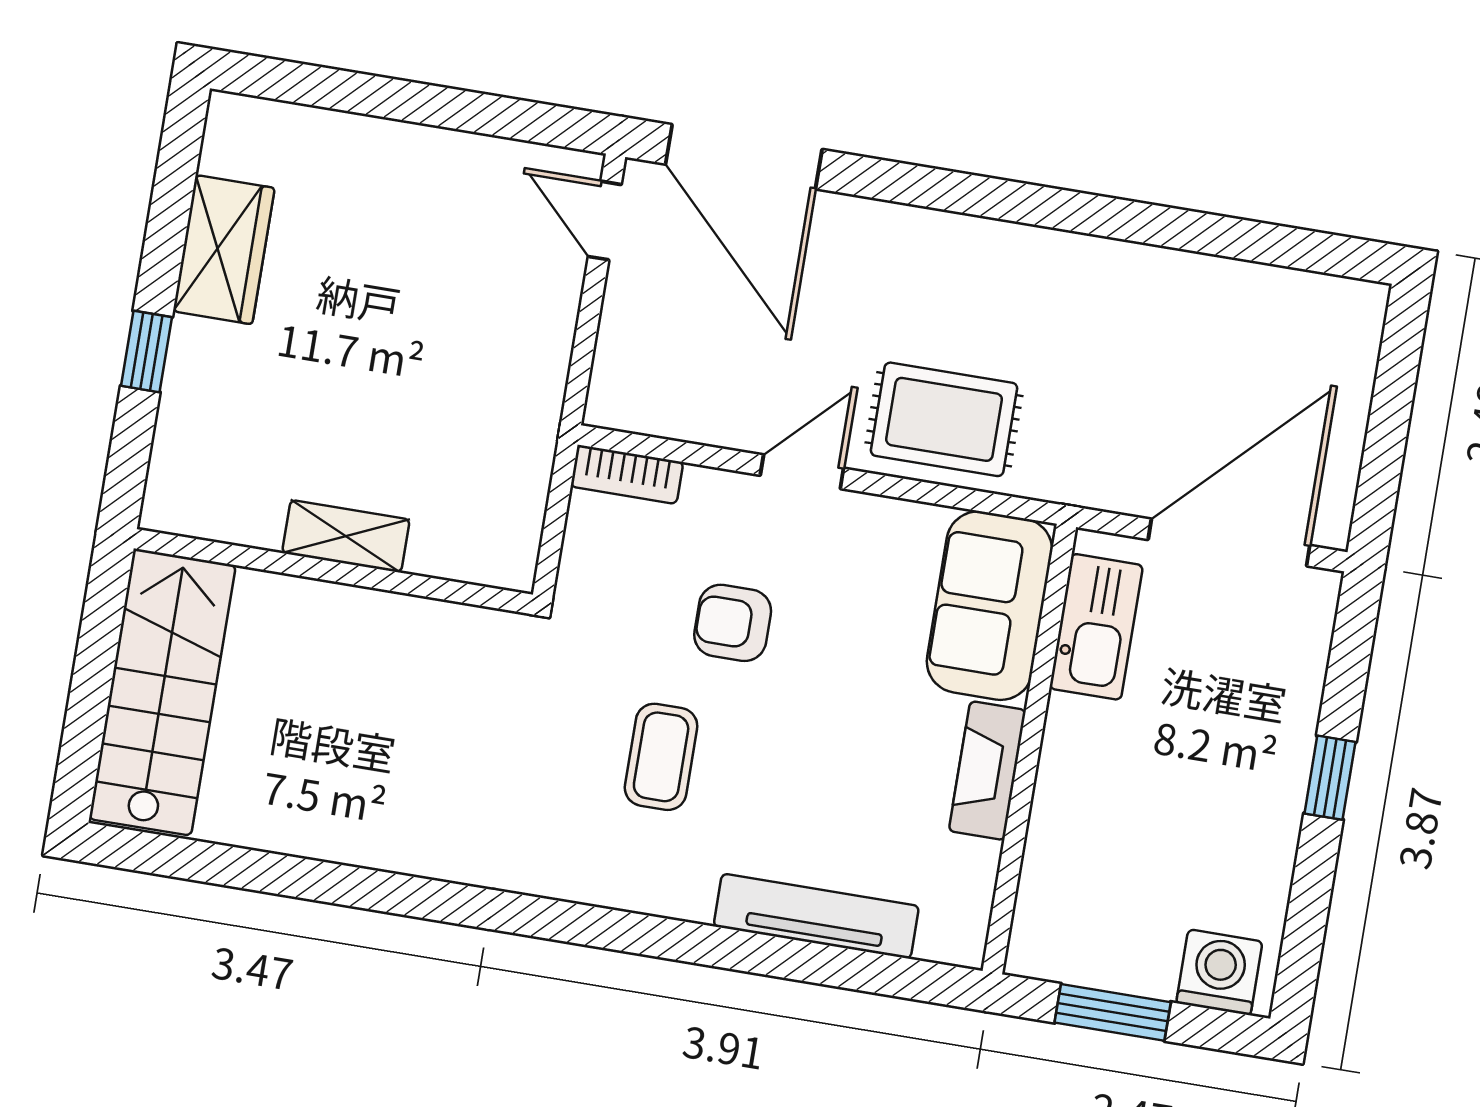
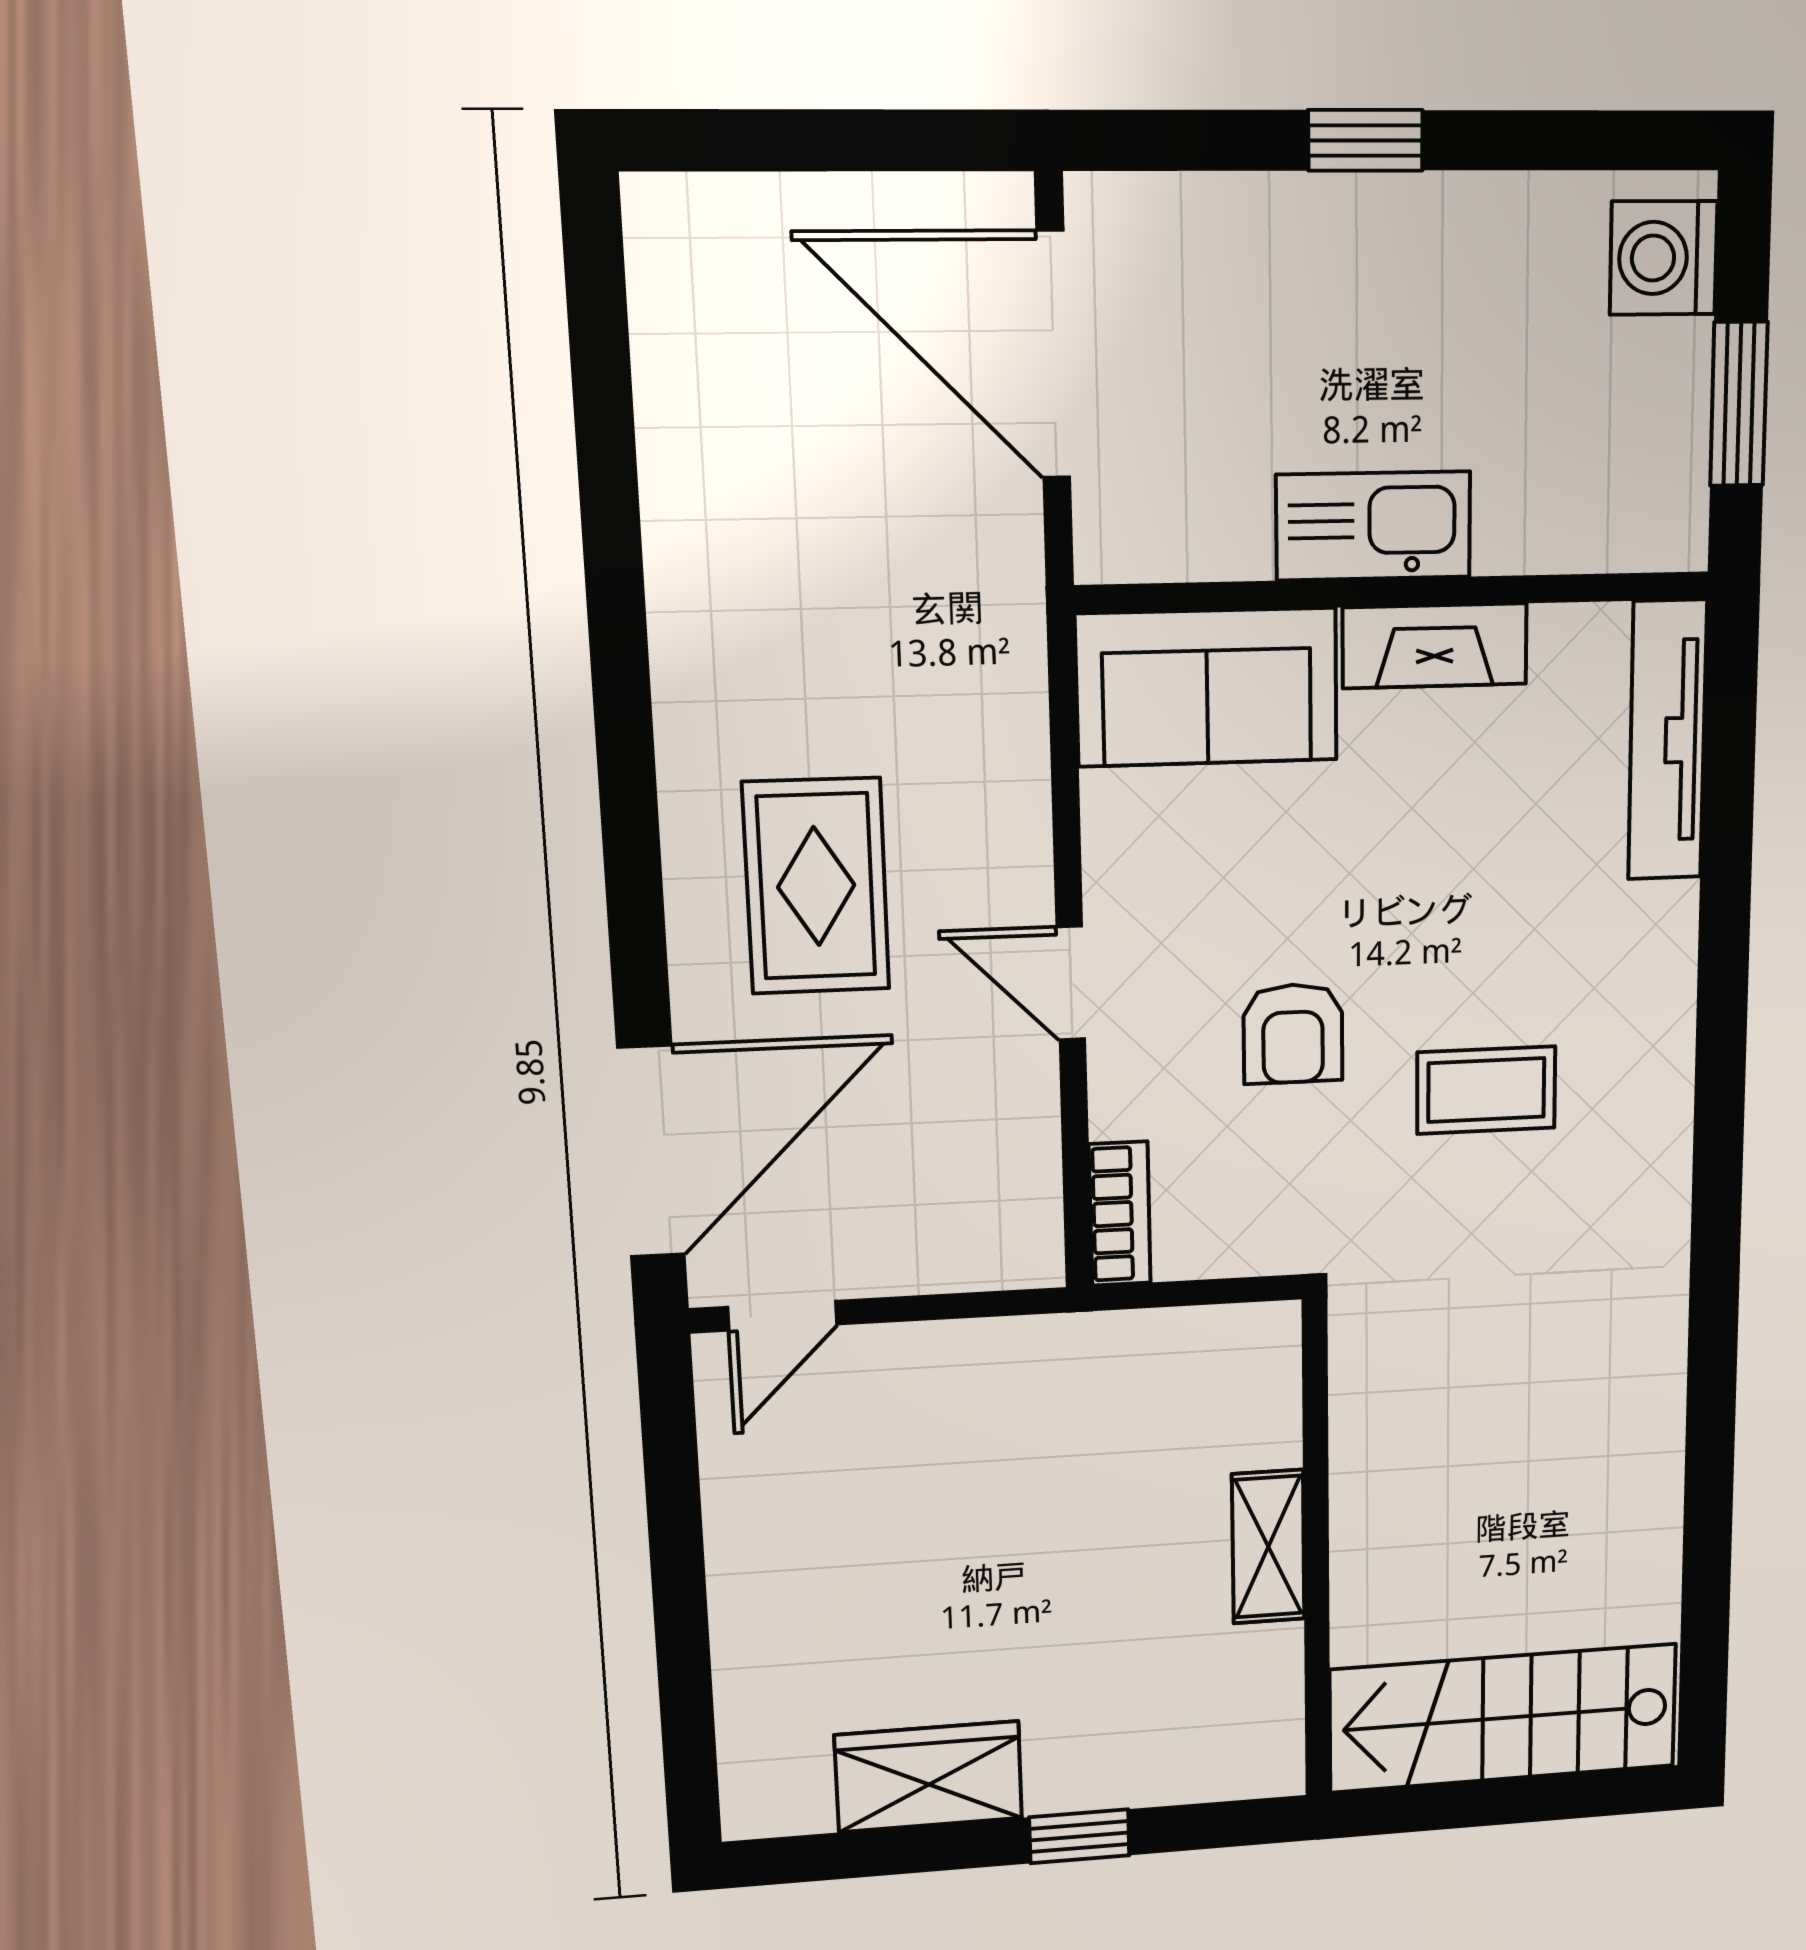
rug: (944, 419) -> (816, 886), moved
kitchen sink: (1096, 627) -> (1373, 526), moved
tv unit: (816, 916) -> (1667, 740), moved

